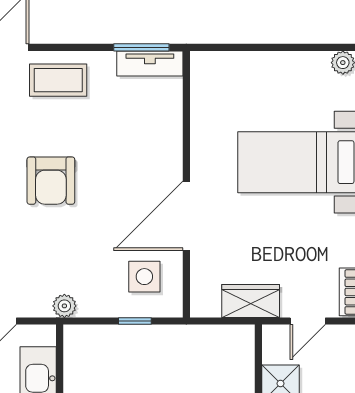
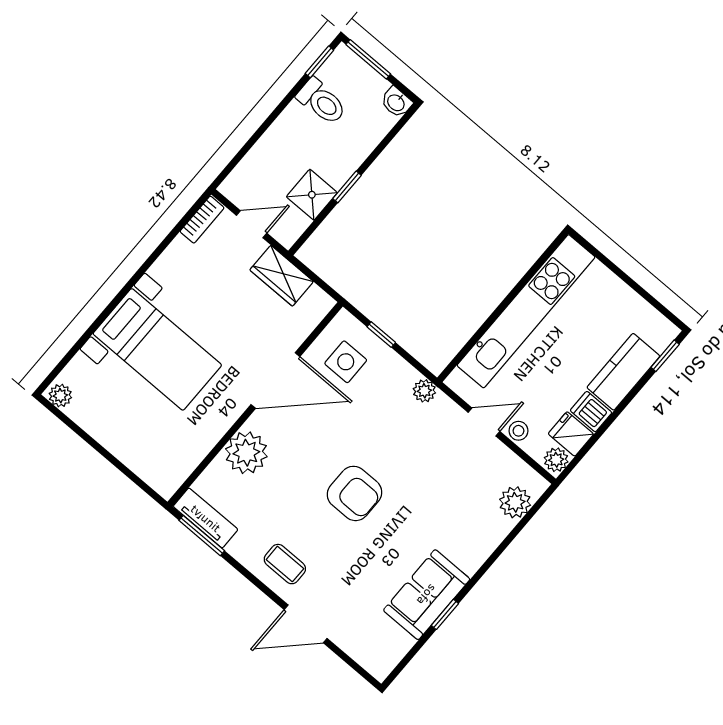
coffee table: (58, 80) -> (285, 564), width x0.73, depth x0.77
plant: (161, 141) -> (246, 453), added
armchair: (51, 181) -> (355, 493), turned 90

